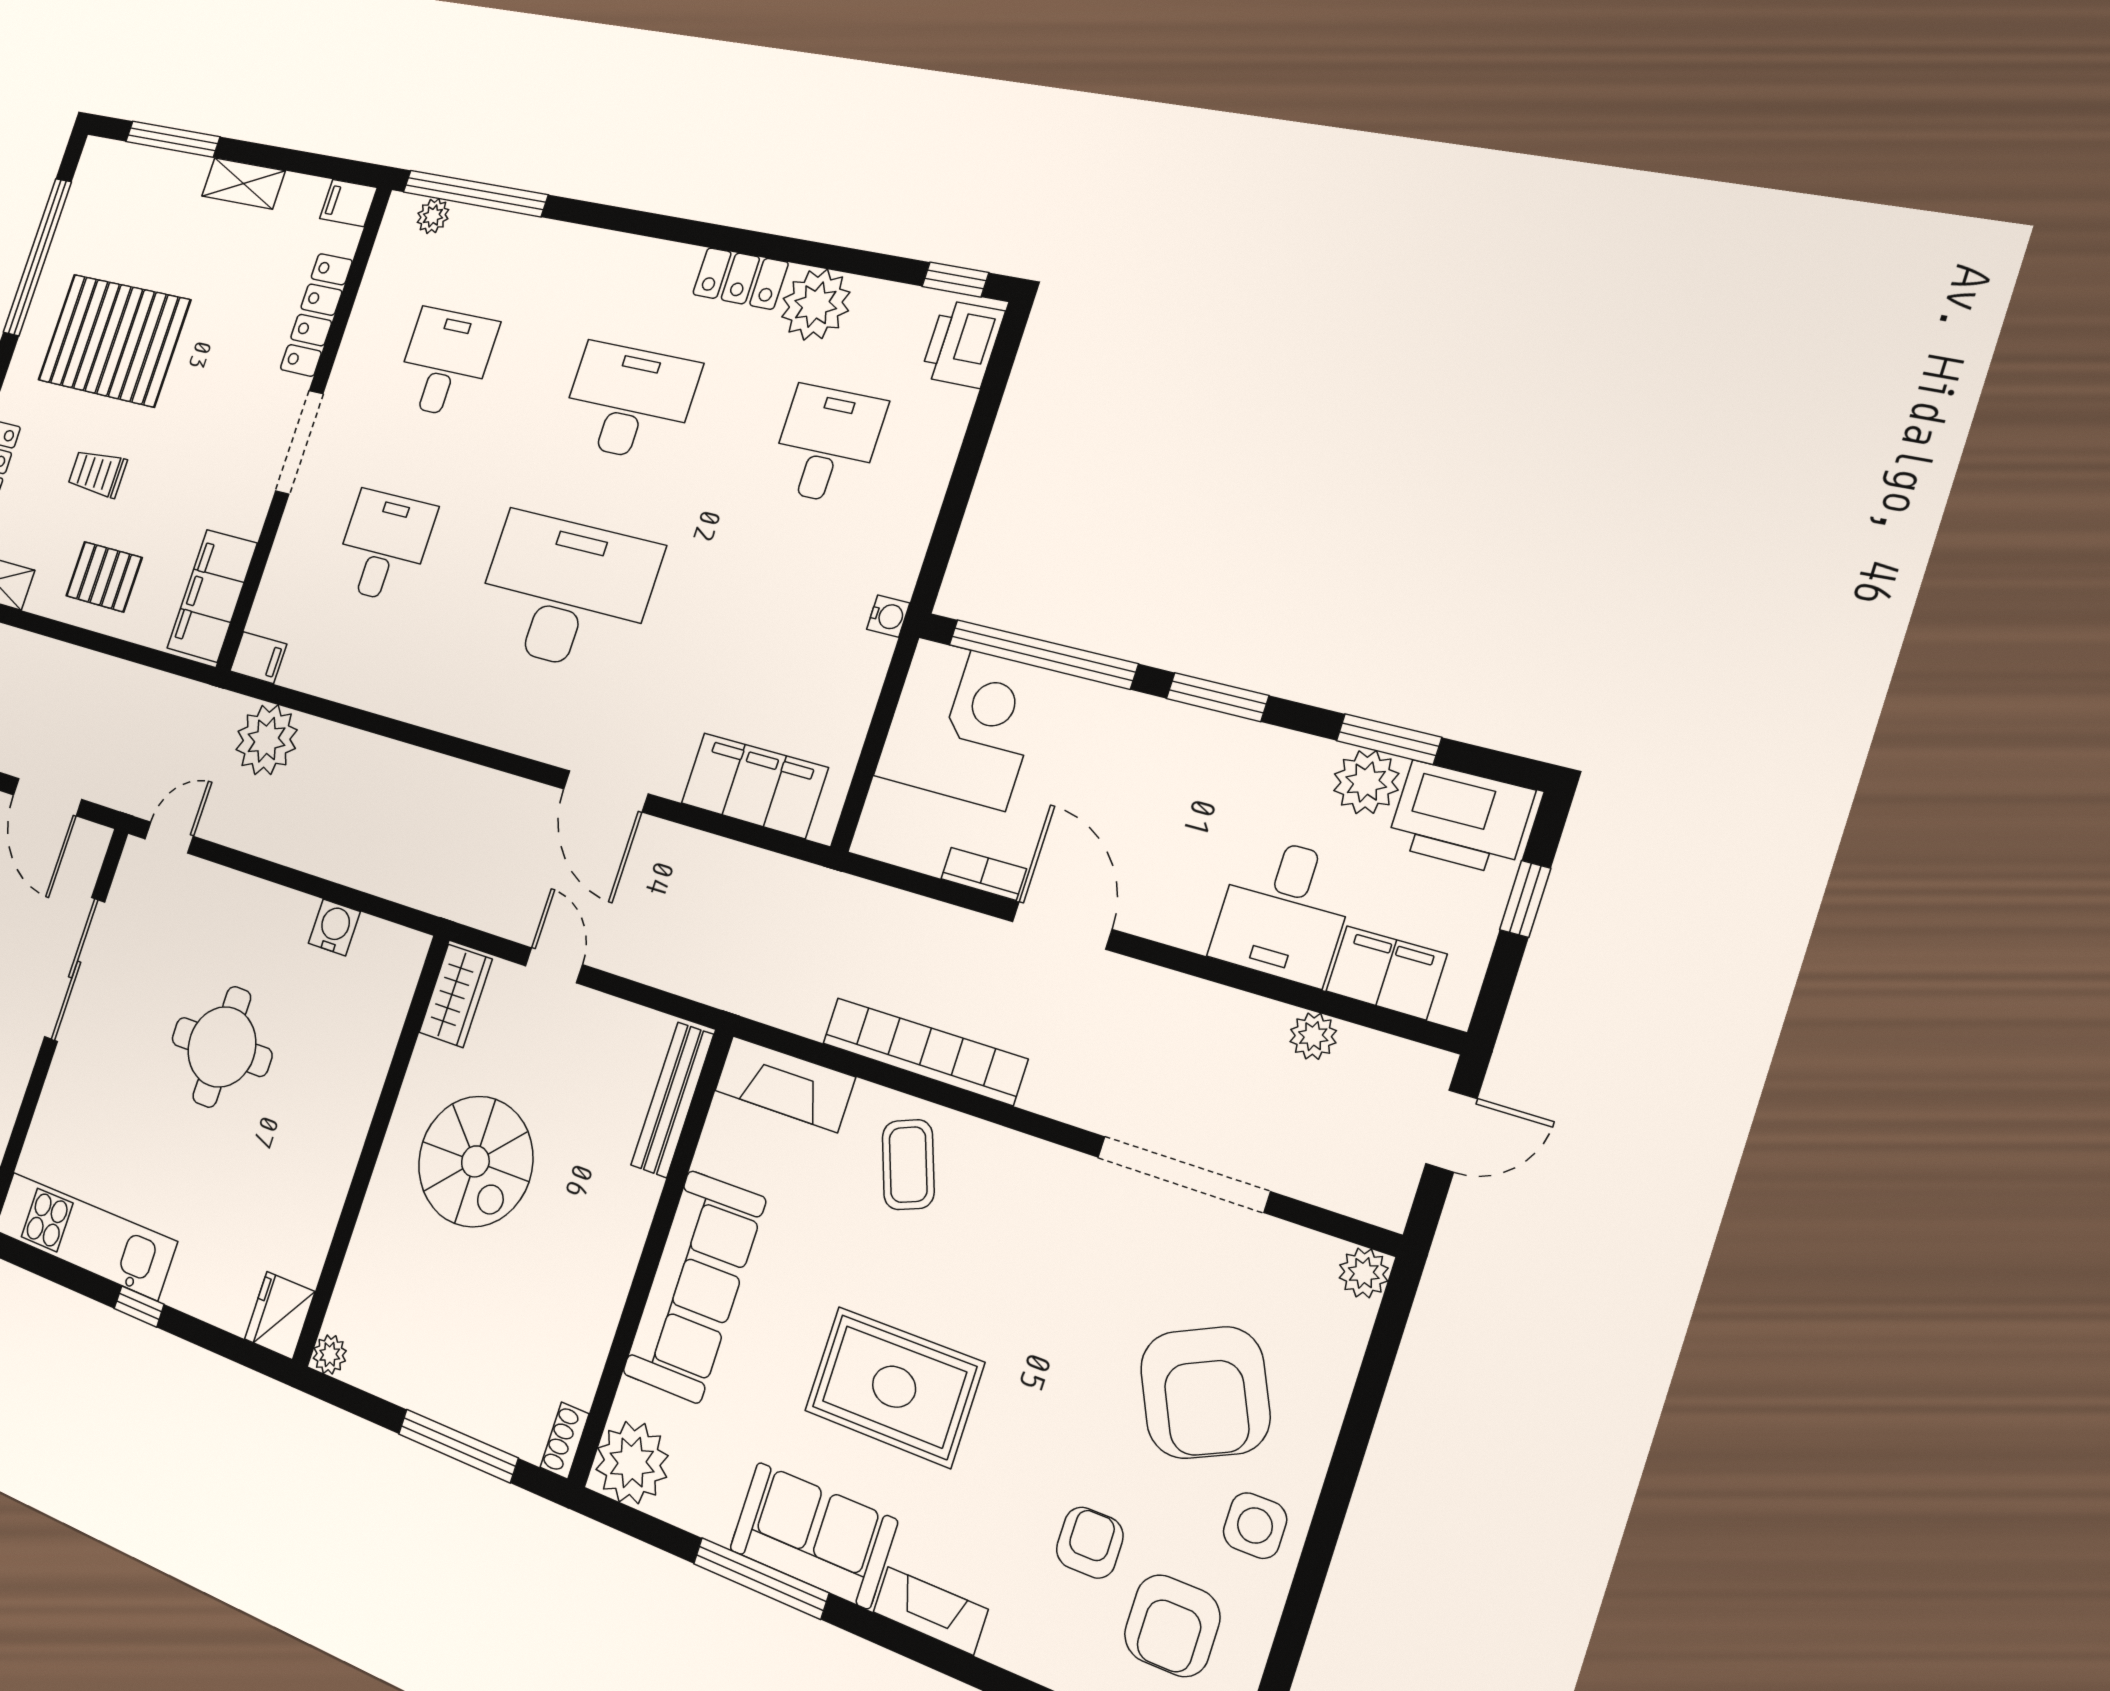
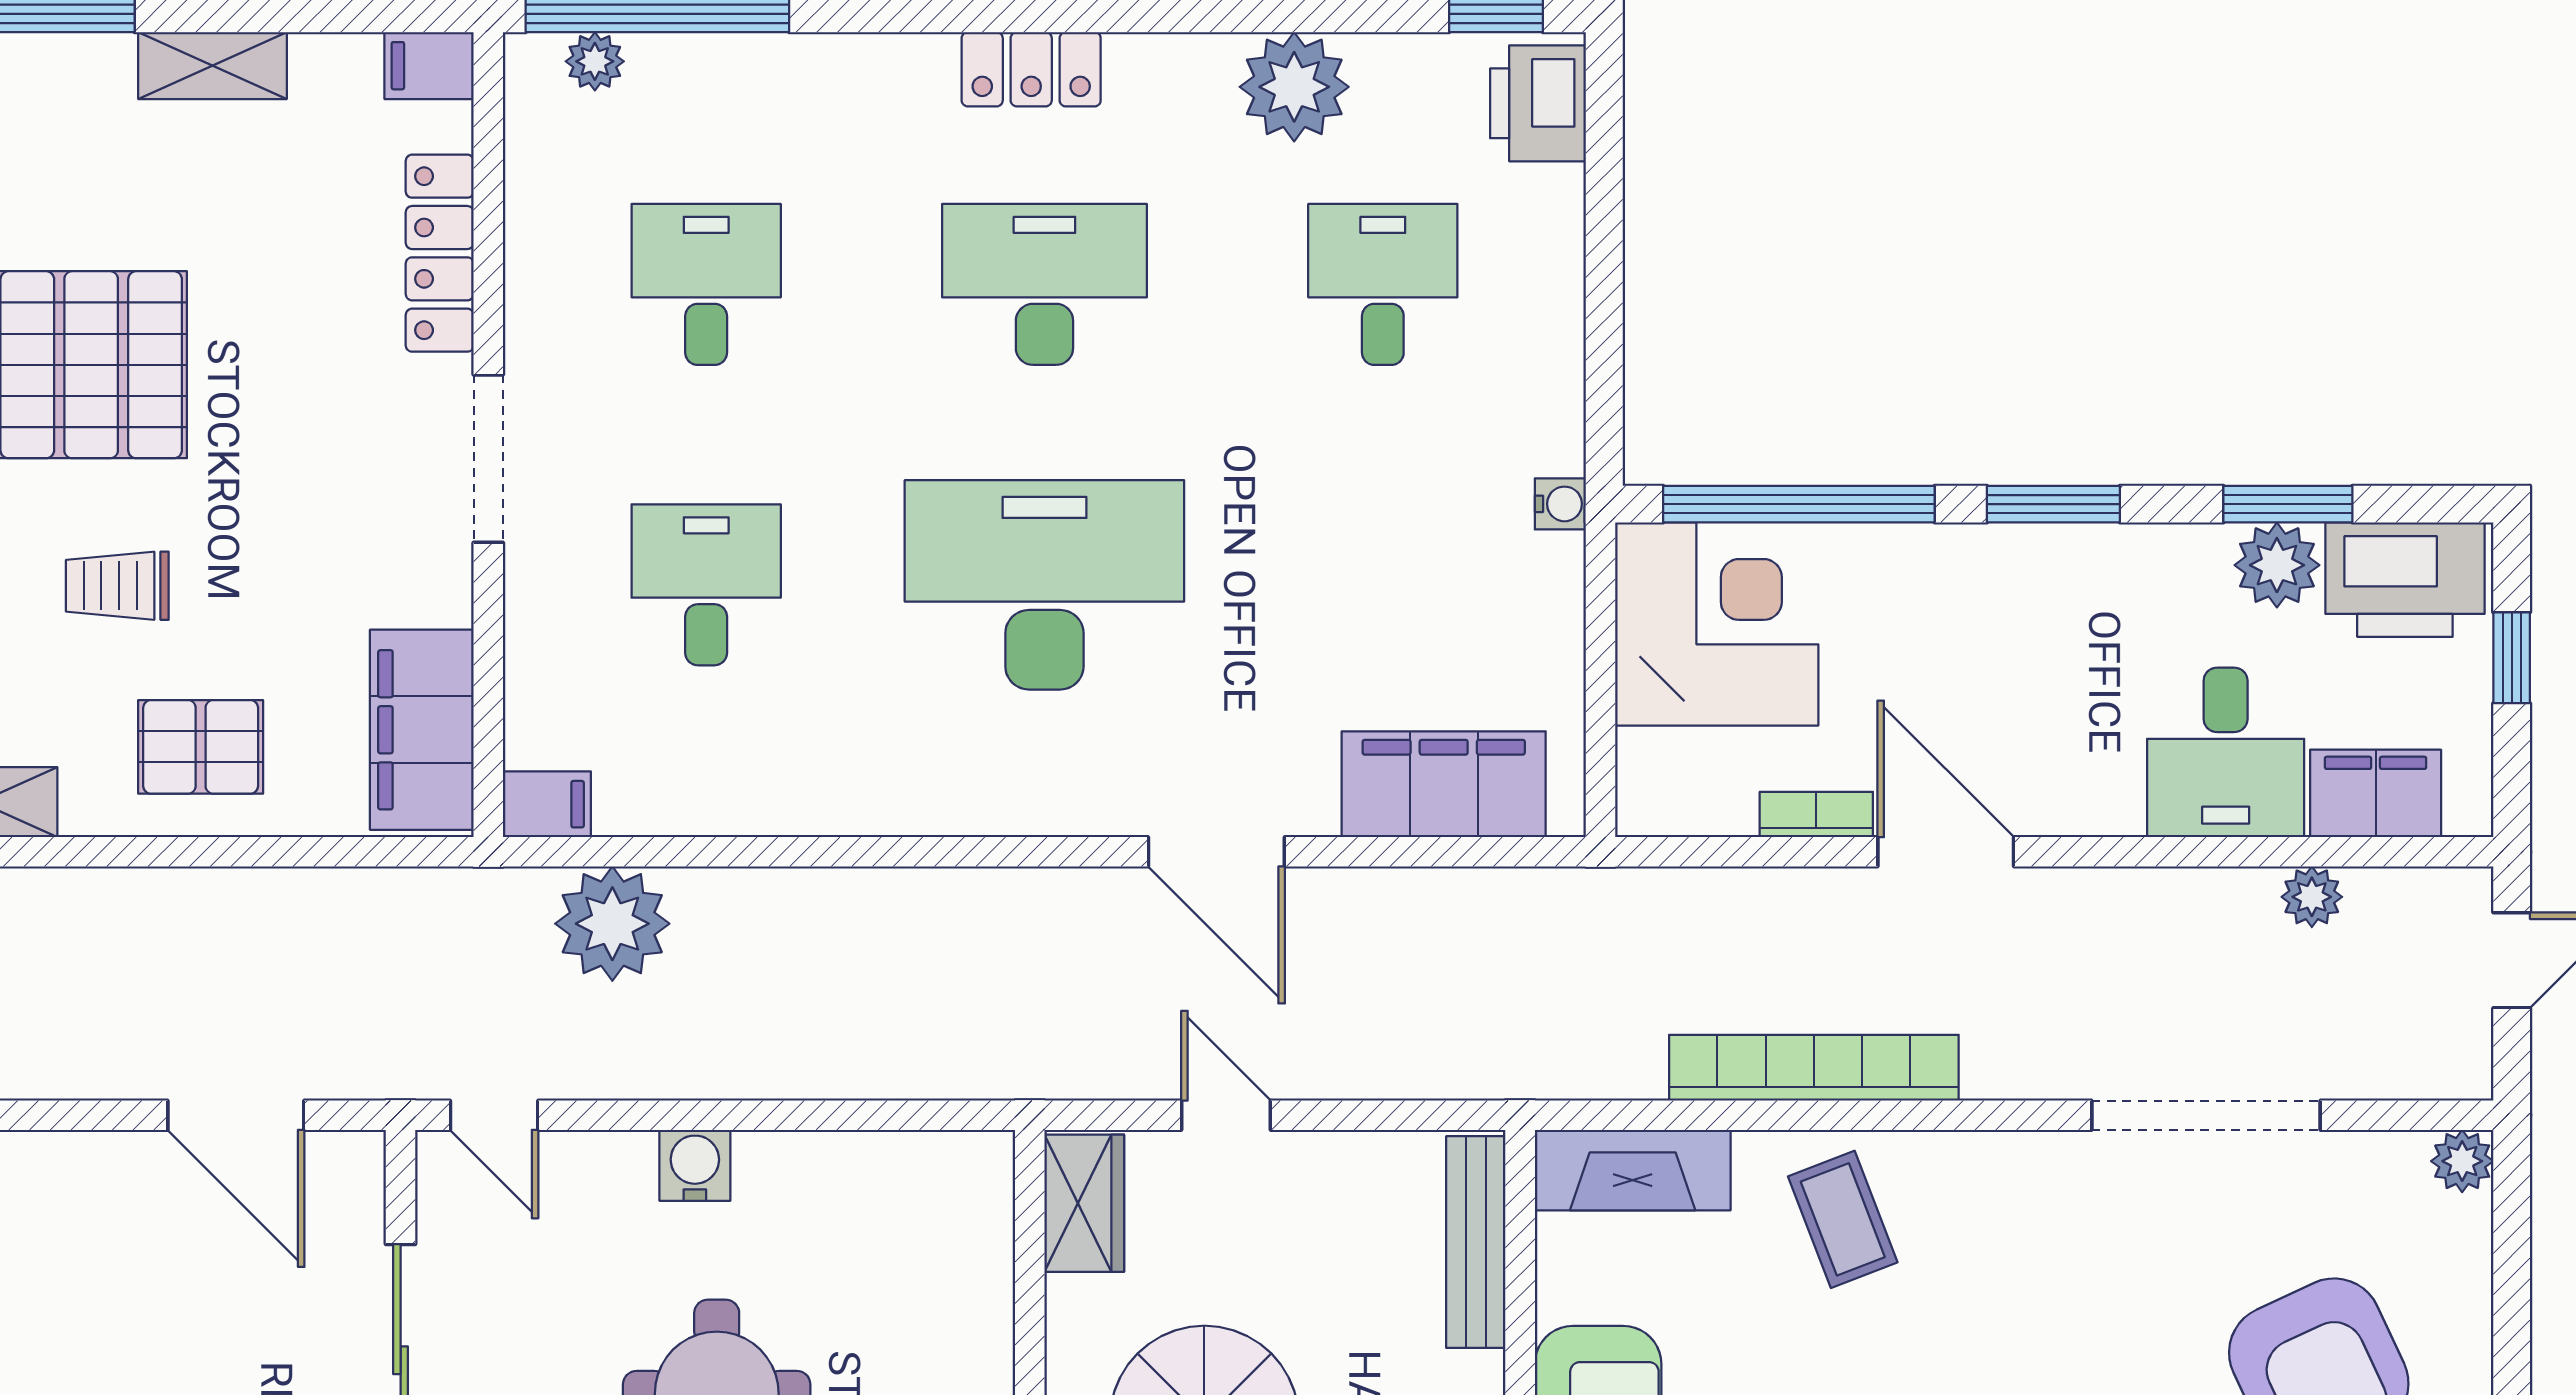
locker: (740, 278) -> (1031, 69), moved
door: (169, 838) -> (494, 1115), swing flipped
water cooler: (334, 927) -> (695, 1165), moved

